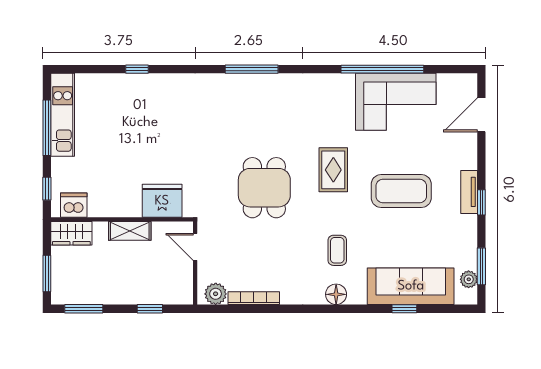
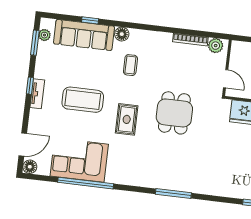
floor lamp: (467, 83) -> (30, 167), added
floor lamp: (336, 294) -> (122, 34), moved

